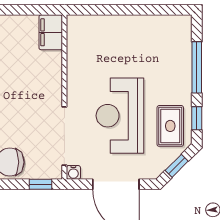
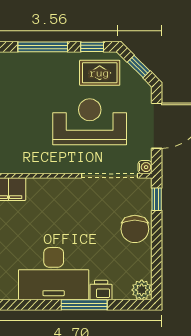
reception desk: (120, 116) -> (90, 122), turned 180

